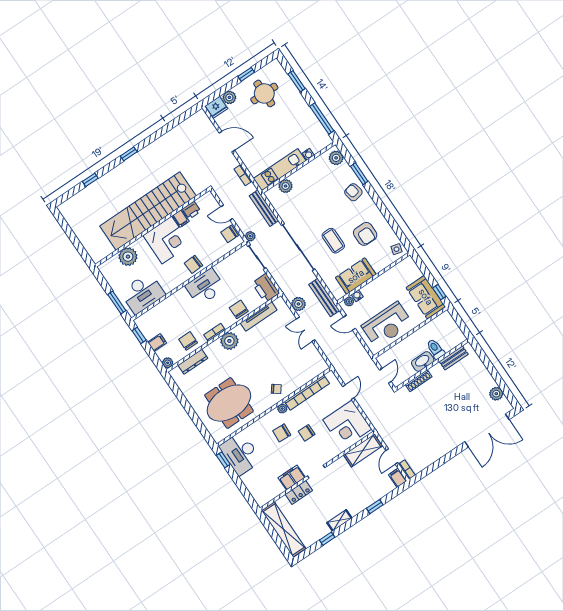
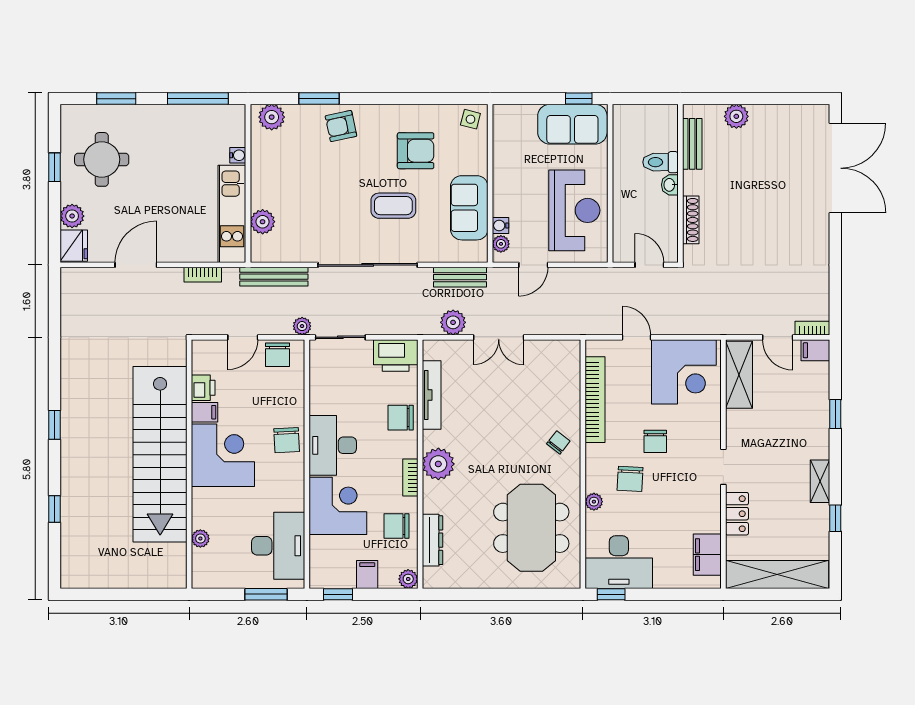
plant: (128, 257) -> (200, 539), width x0.53, depth x0.53
bench: (324, 298) -> (460, 277), width x0.73
corner desk: (179, 308) -> (338, 506), added
washbasin: (423, 362) -> (670, 185), width x0.52, depth x0.69
plant: (496, 394) -> (736, 116), moved
plant: (282, 409) -> (594, 502), moved
filing cabinet: (292, 477) -> (707, 555), moved

